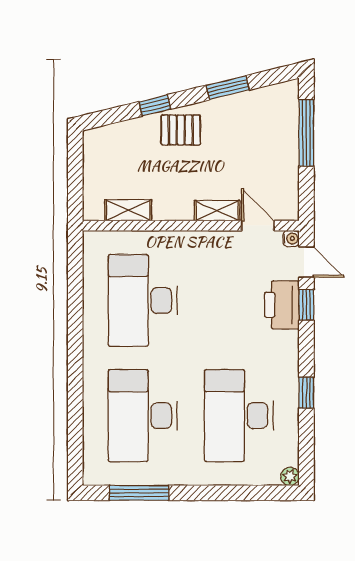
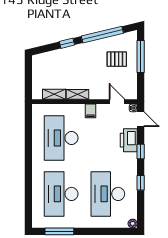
window: (228, 88) -> (102, 35), width x2.11
pallet: (181, 130) -> (117, 59), moved
shelving: (217, 211) -> (77, 94), moved
filing cabinet: (203, 245) -> (90, 111), added
window: (306, 305) -> (141, 152), moved

